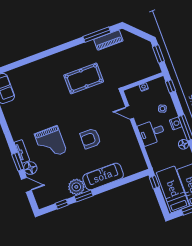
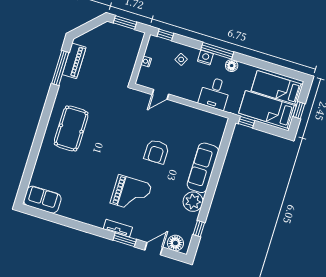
pool table: (84, 78) -> (71, 128), moved
desk: (152, 132) -> (215, 93), moved
floor lamp: (30, 168) -> (175, 243), moved
window: (84, 196) -> (207, 201), removed

